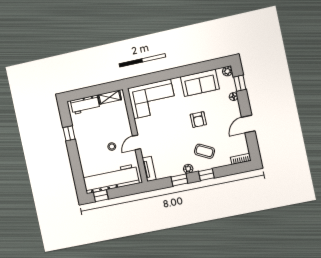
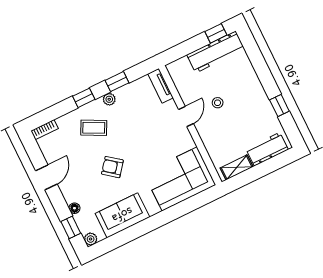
armchair: (198, 120) -> (112, 167), turned -52
workbench: (111, 179) -> (216, 52), width x0.73, depth x0.76

